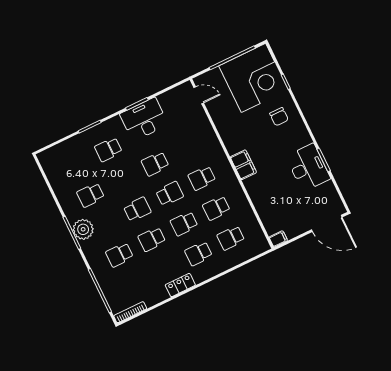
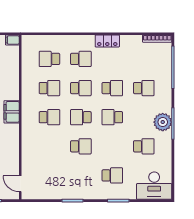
desk: (144, 119) -> (154, 186), moved
school desk: (231, 238) -> (49, 59), turned 180

